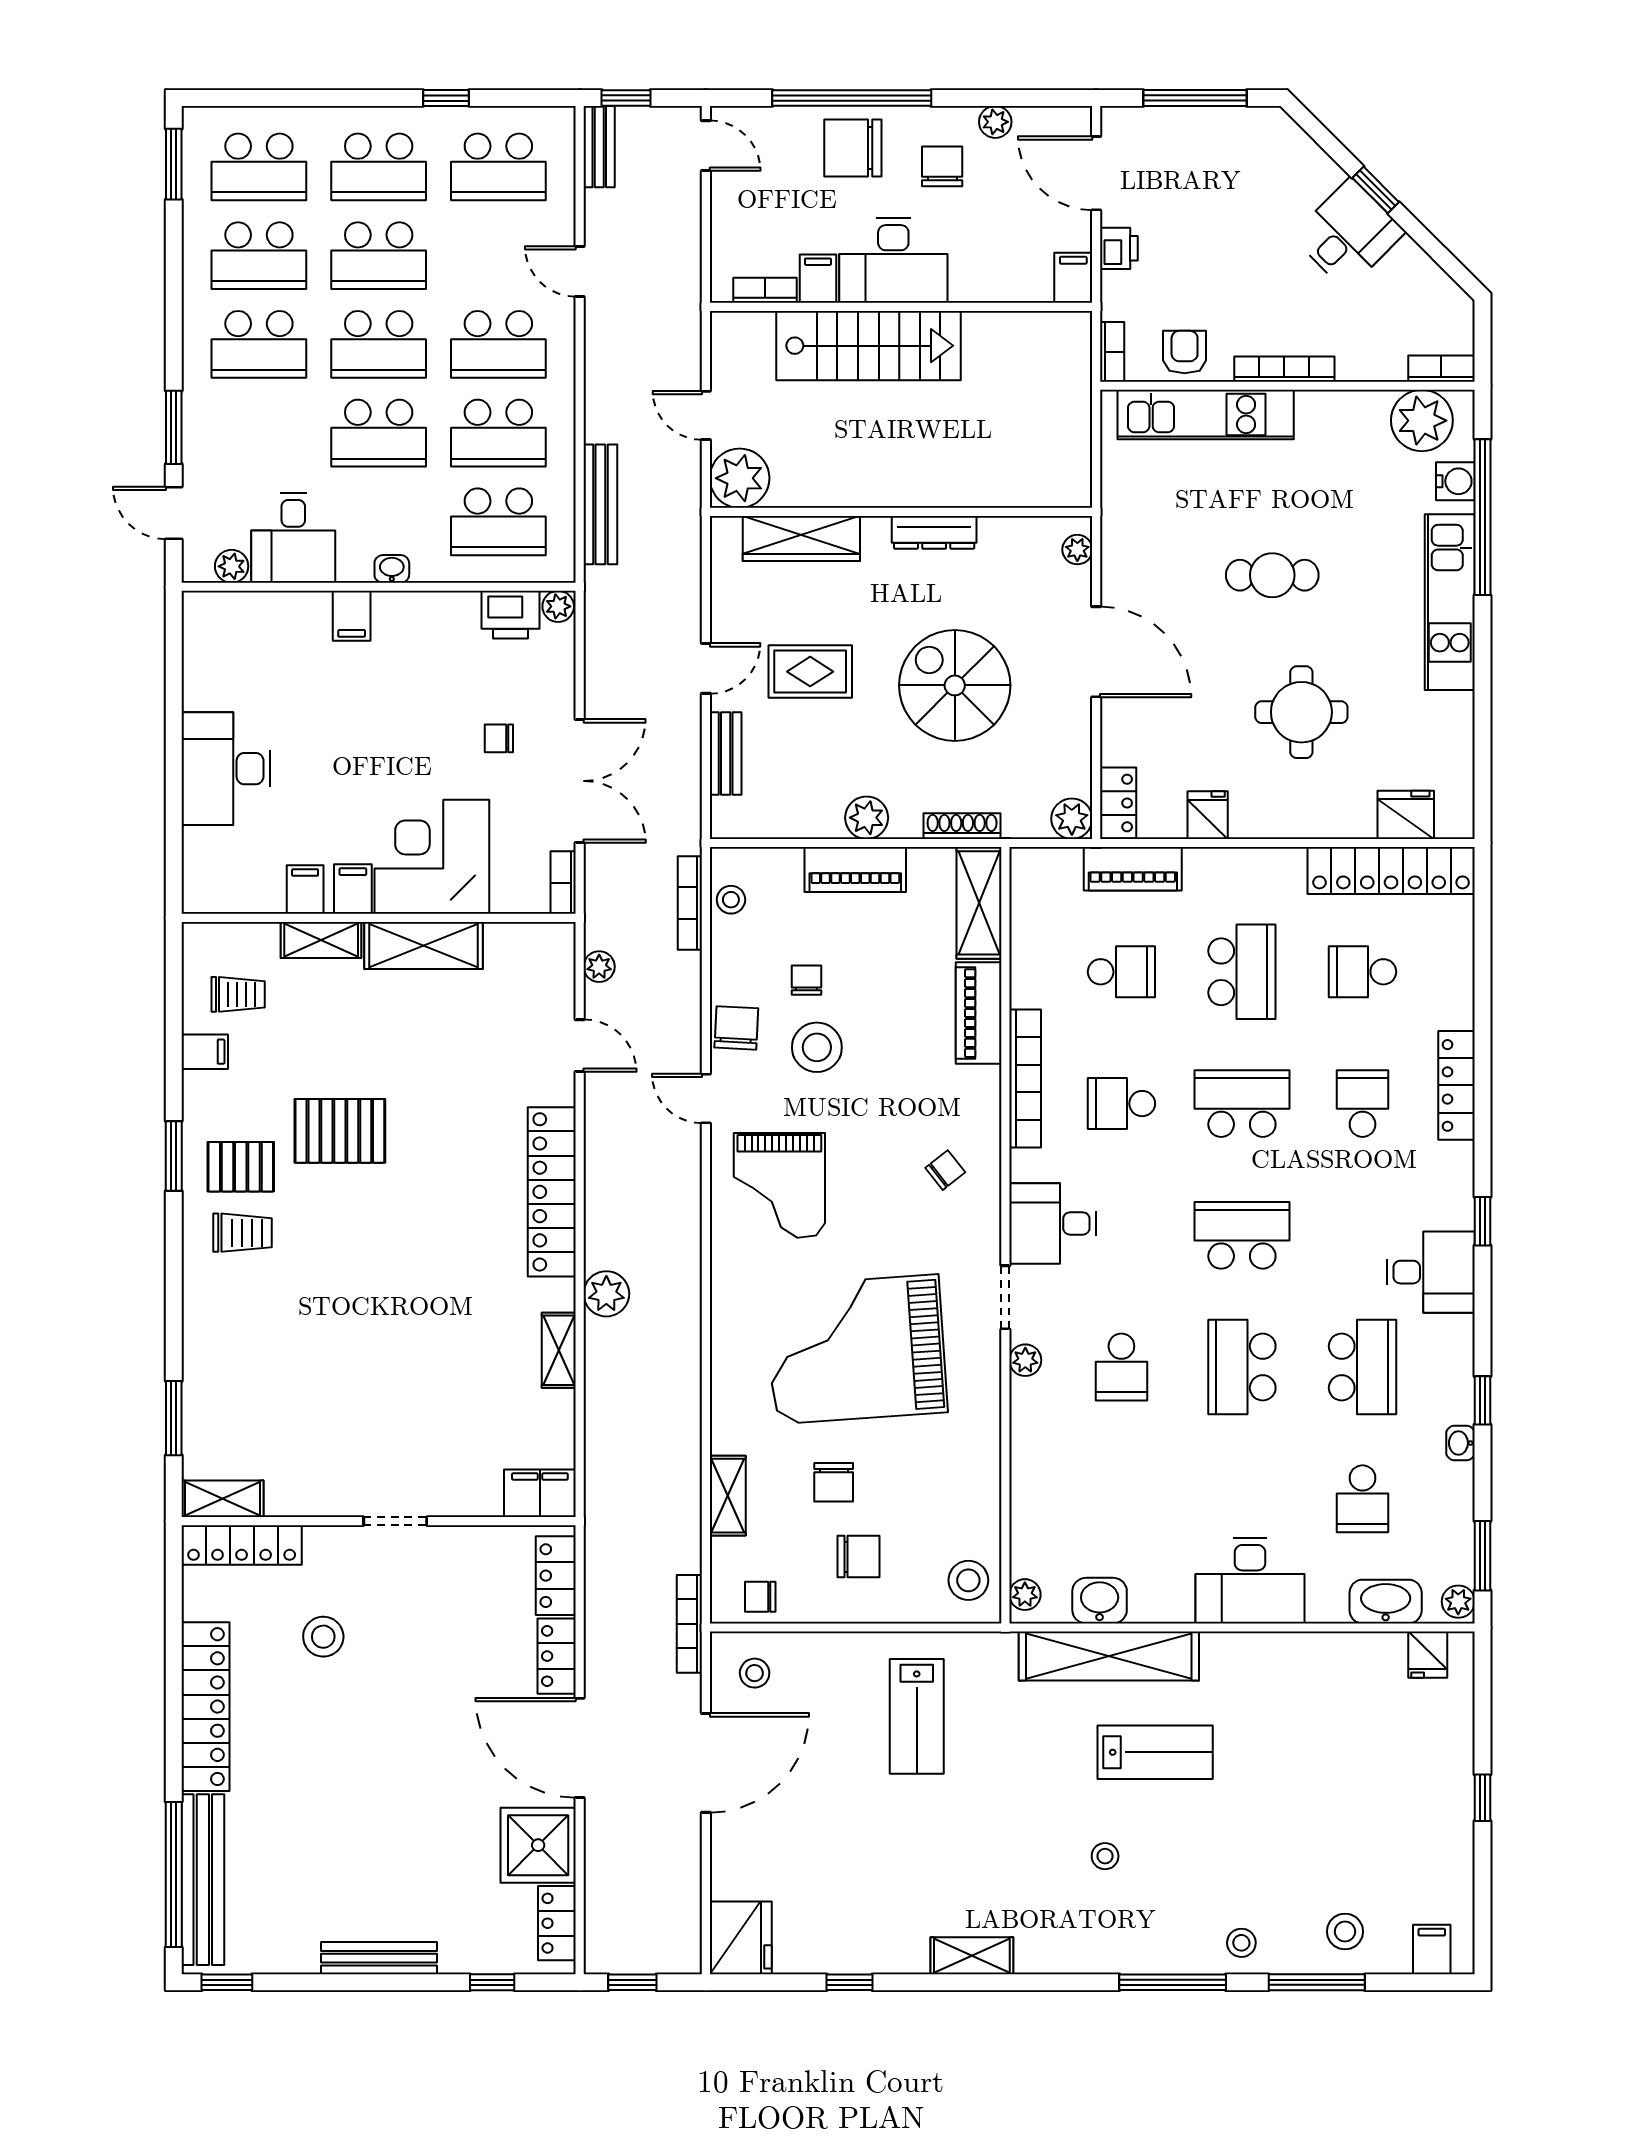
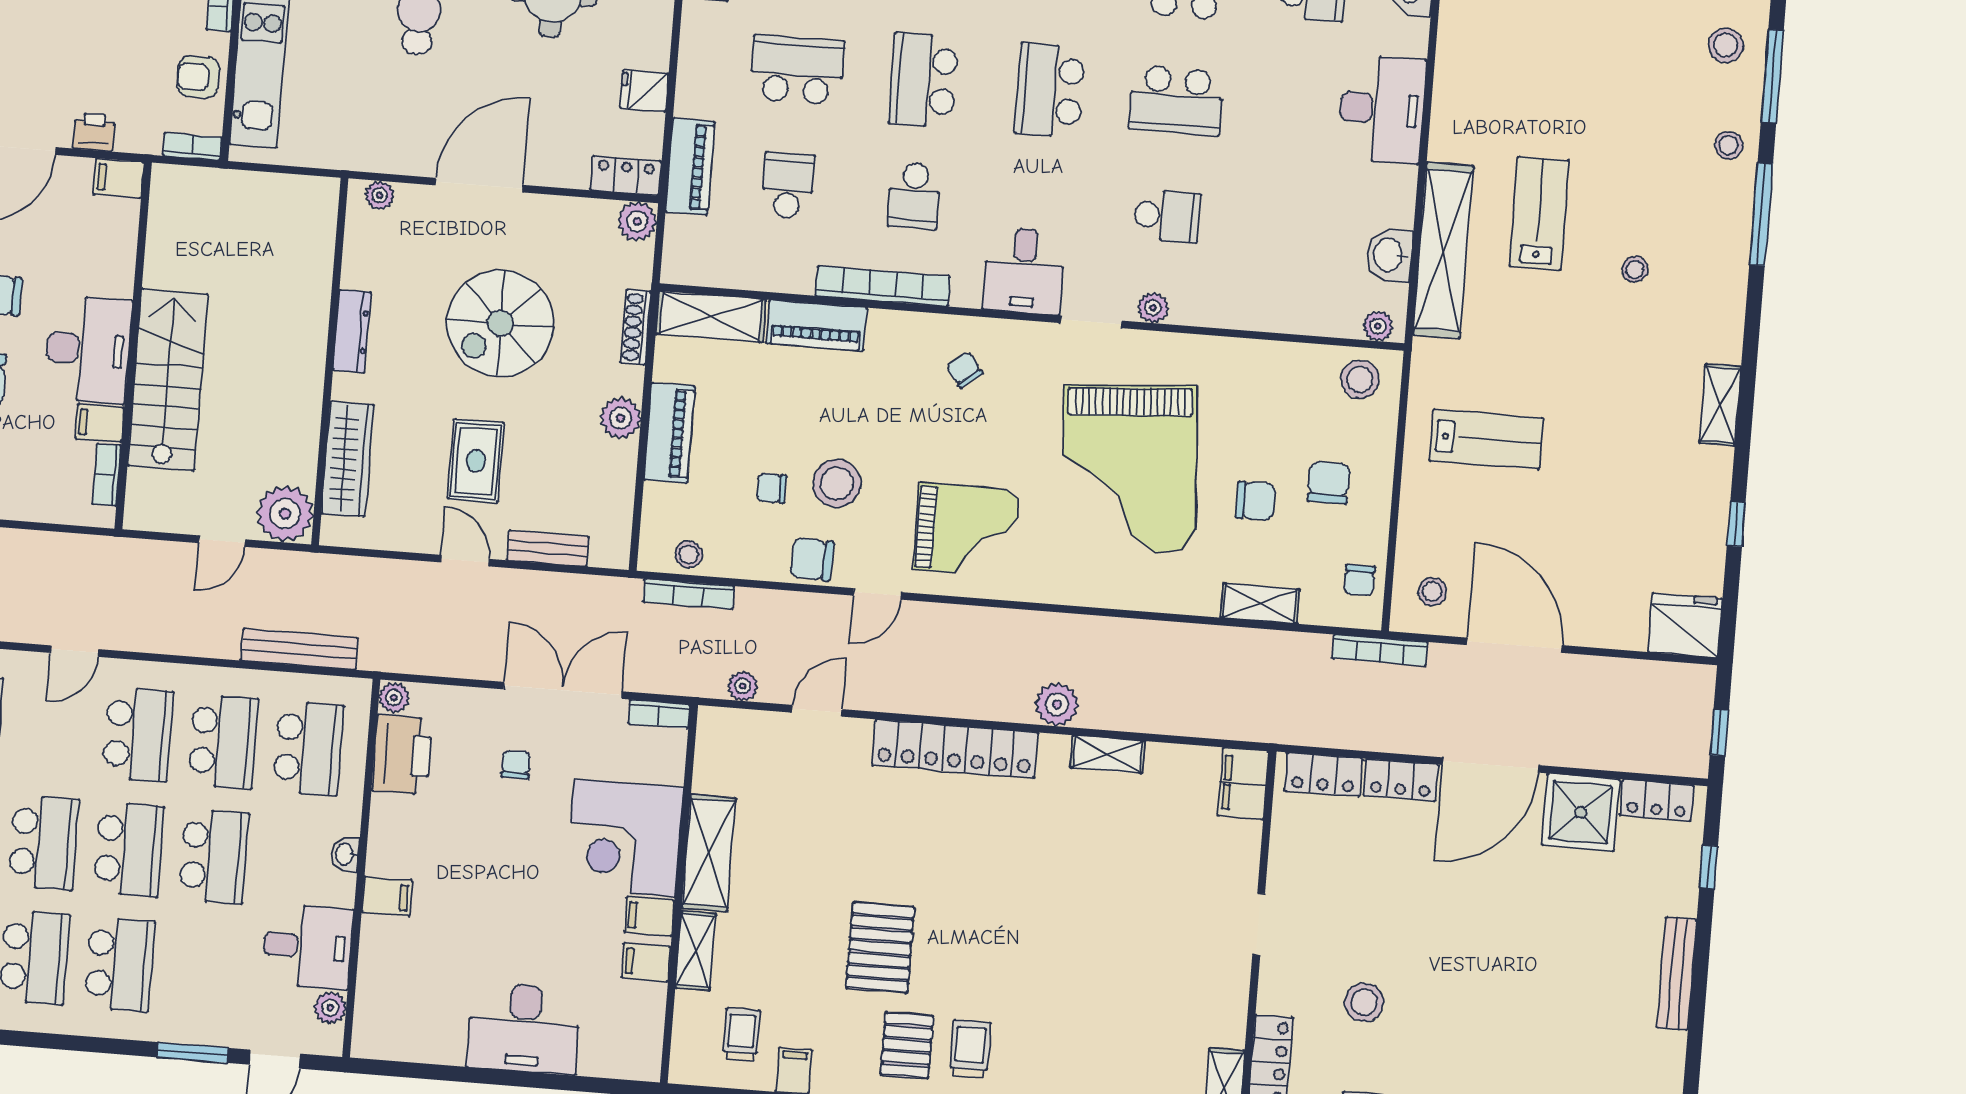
printer: (510, 615) -> (402, 755), width x1.37, depth x1.19
chair: (499, 738) -> (516, 765), turned 180

